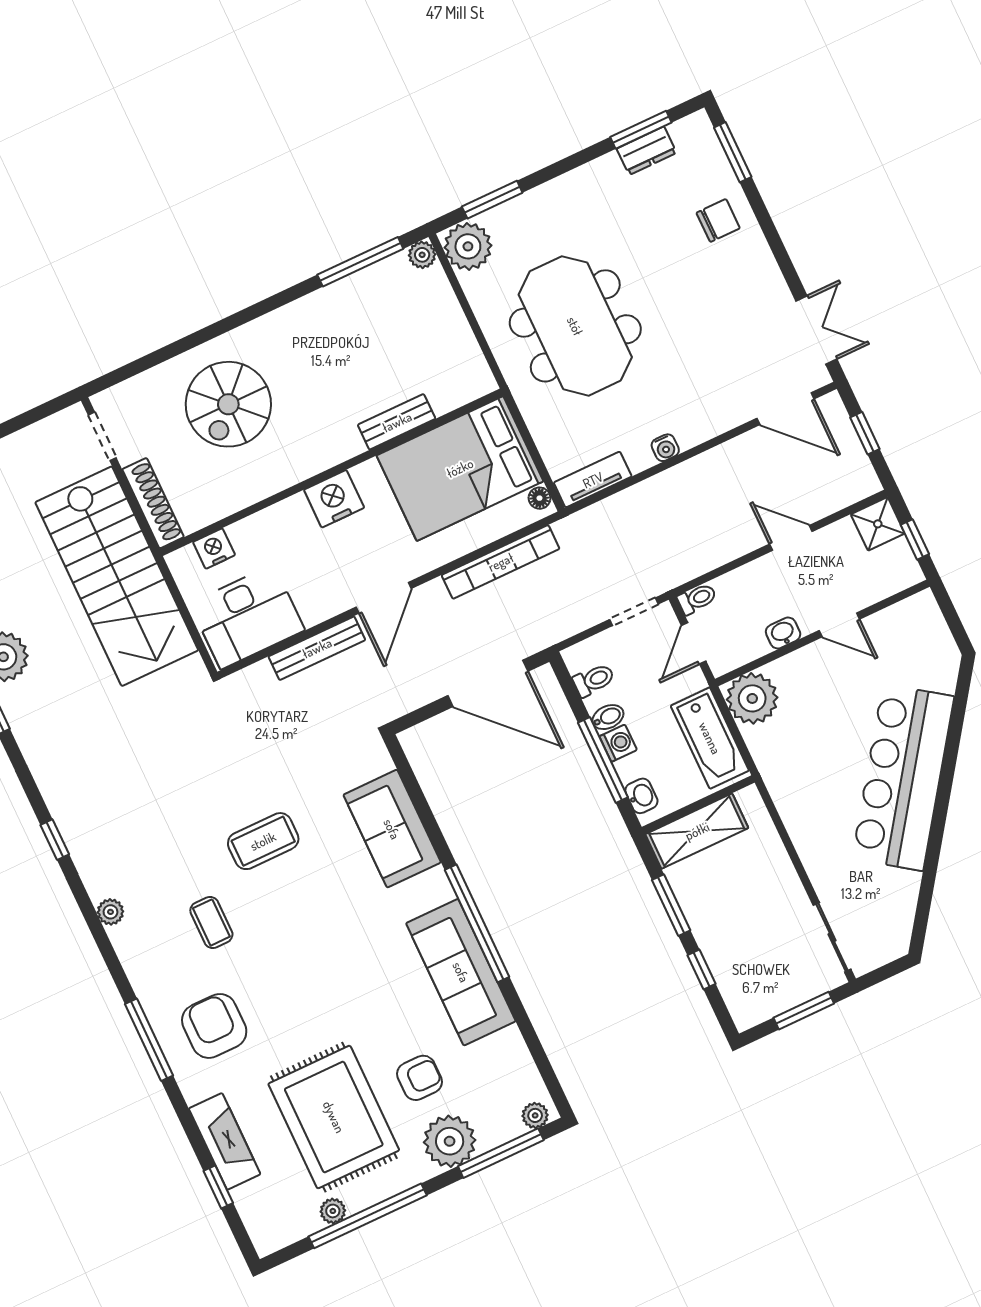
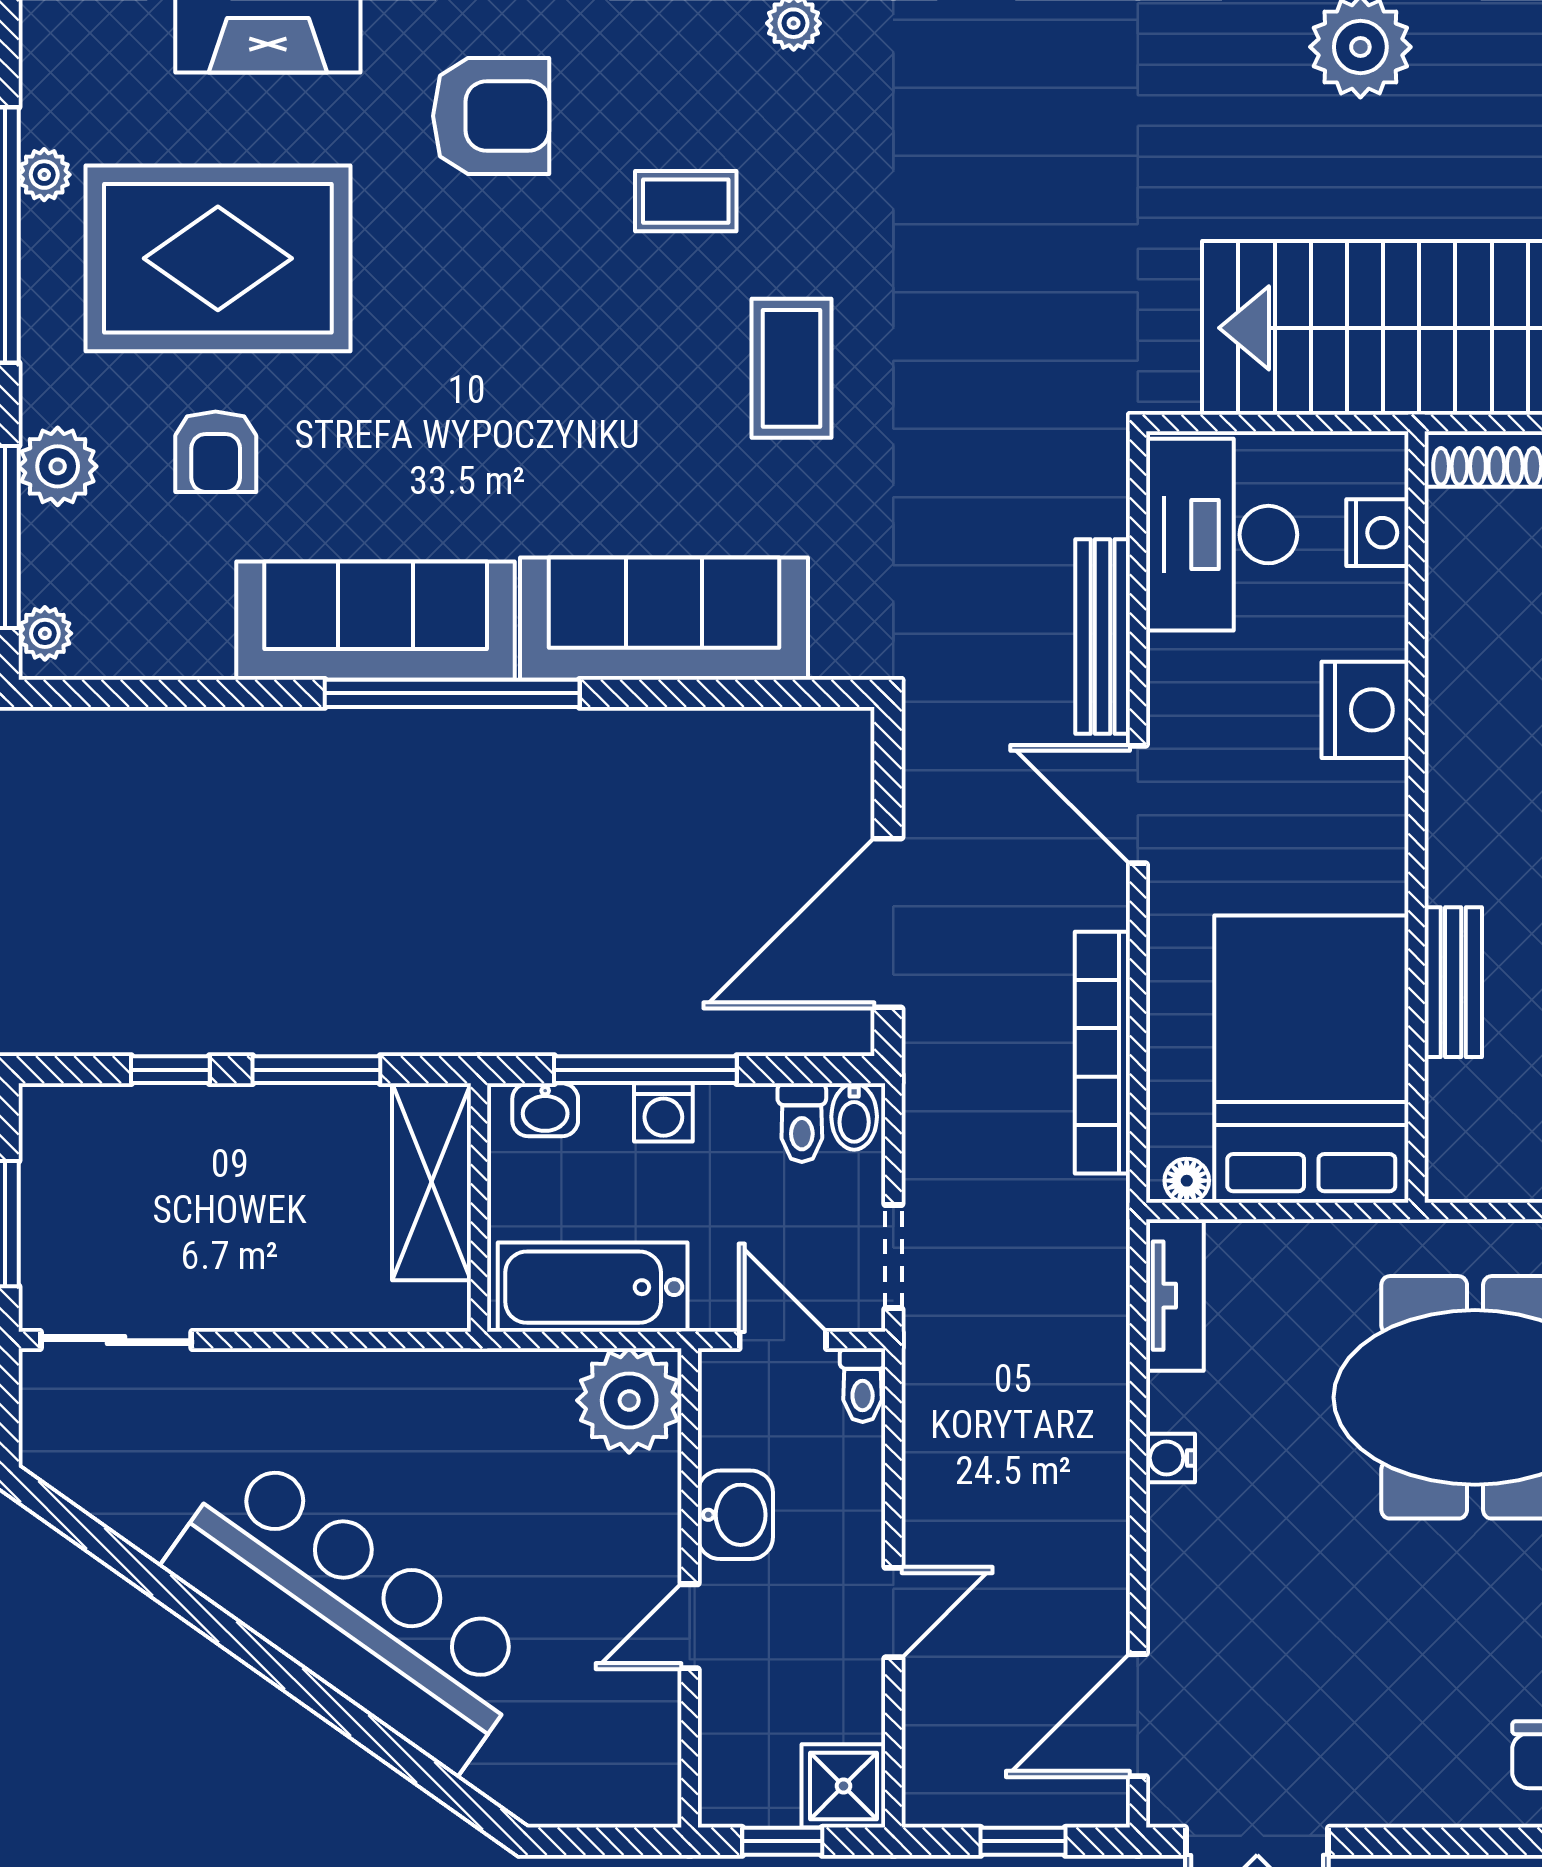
nightstand: (334, 499) -> (1365, 710), moved
washbasin: (783, 633) -> (735, 1515), width x1.38, depth x1.45
bidet: (608, 717) -> (854, 1117), moved
sofa: (392, 829) -> (664, 619), width x1.36
plant: (450, 1141) -> (58, 466), width x0.73, depth x0.73

